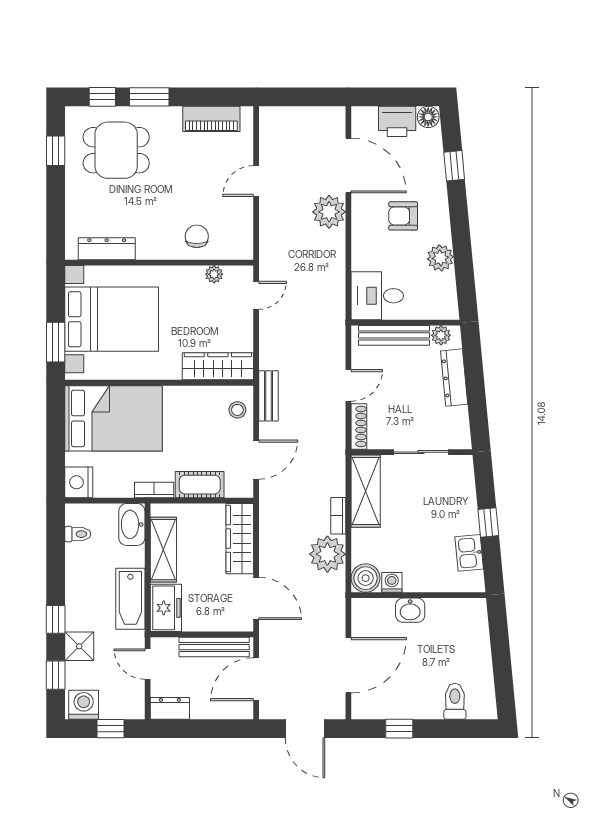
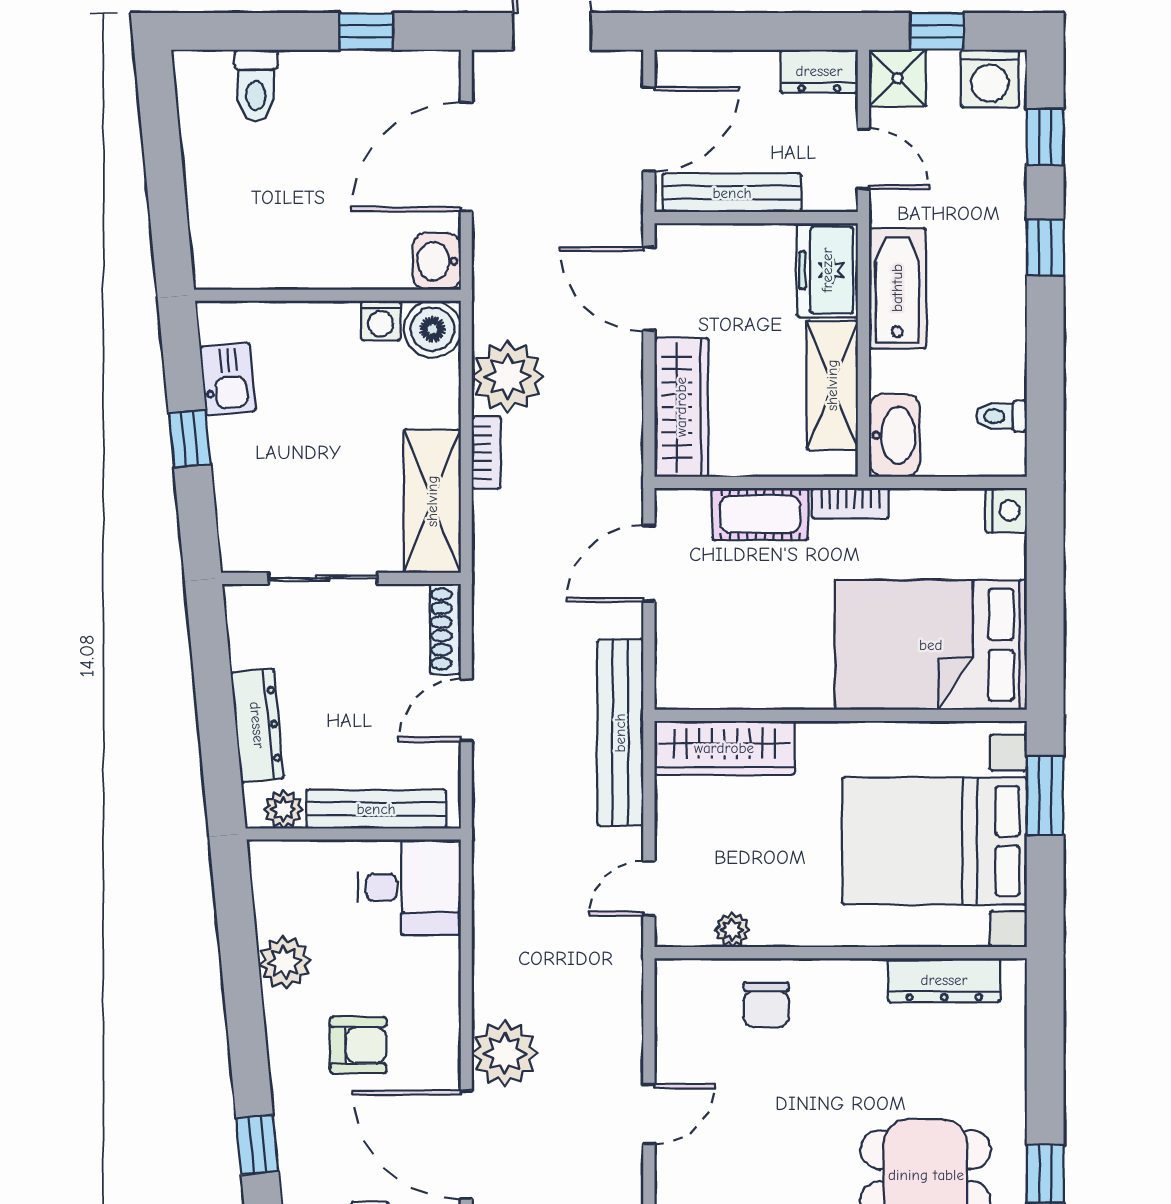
bench: (268, 396) -> (620, 733), width x1.86, depth x1.21
stool: (237, 410) -> (686, 662), removed
nightstand: (79, 482) -> (1006, 510), width x0.74, depth x0.75
washbasin: (410, 610) -> (437, 261), moved, turned -90
shower: (79, 646) -> (898, 78), moved

